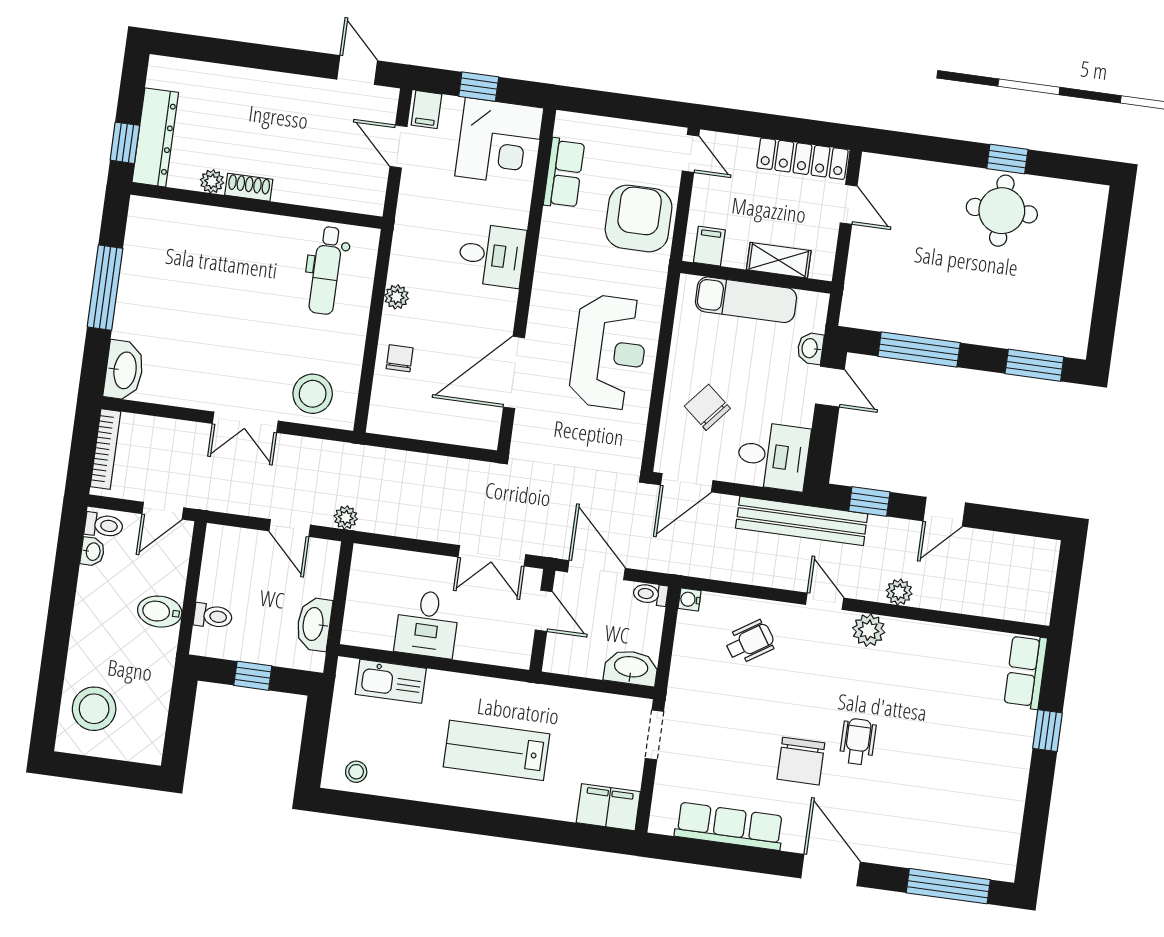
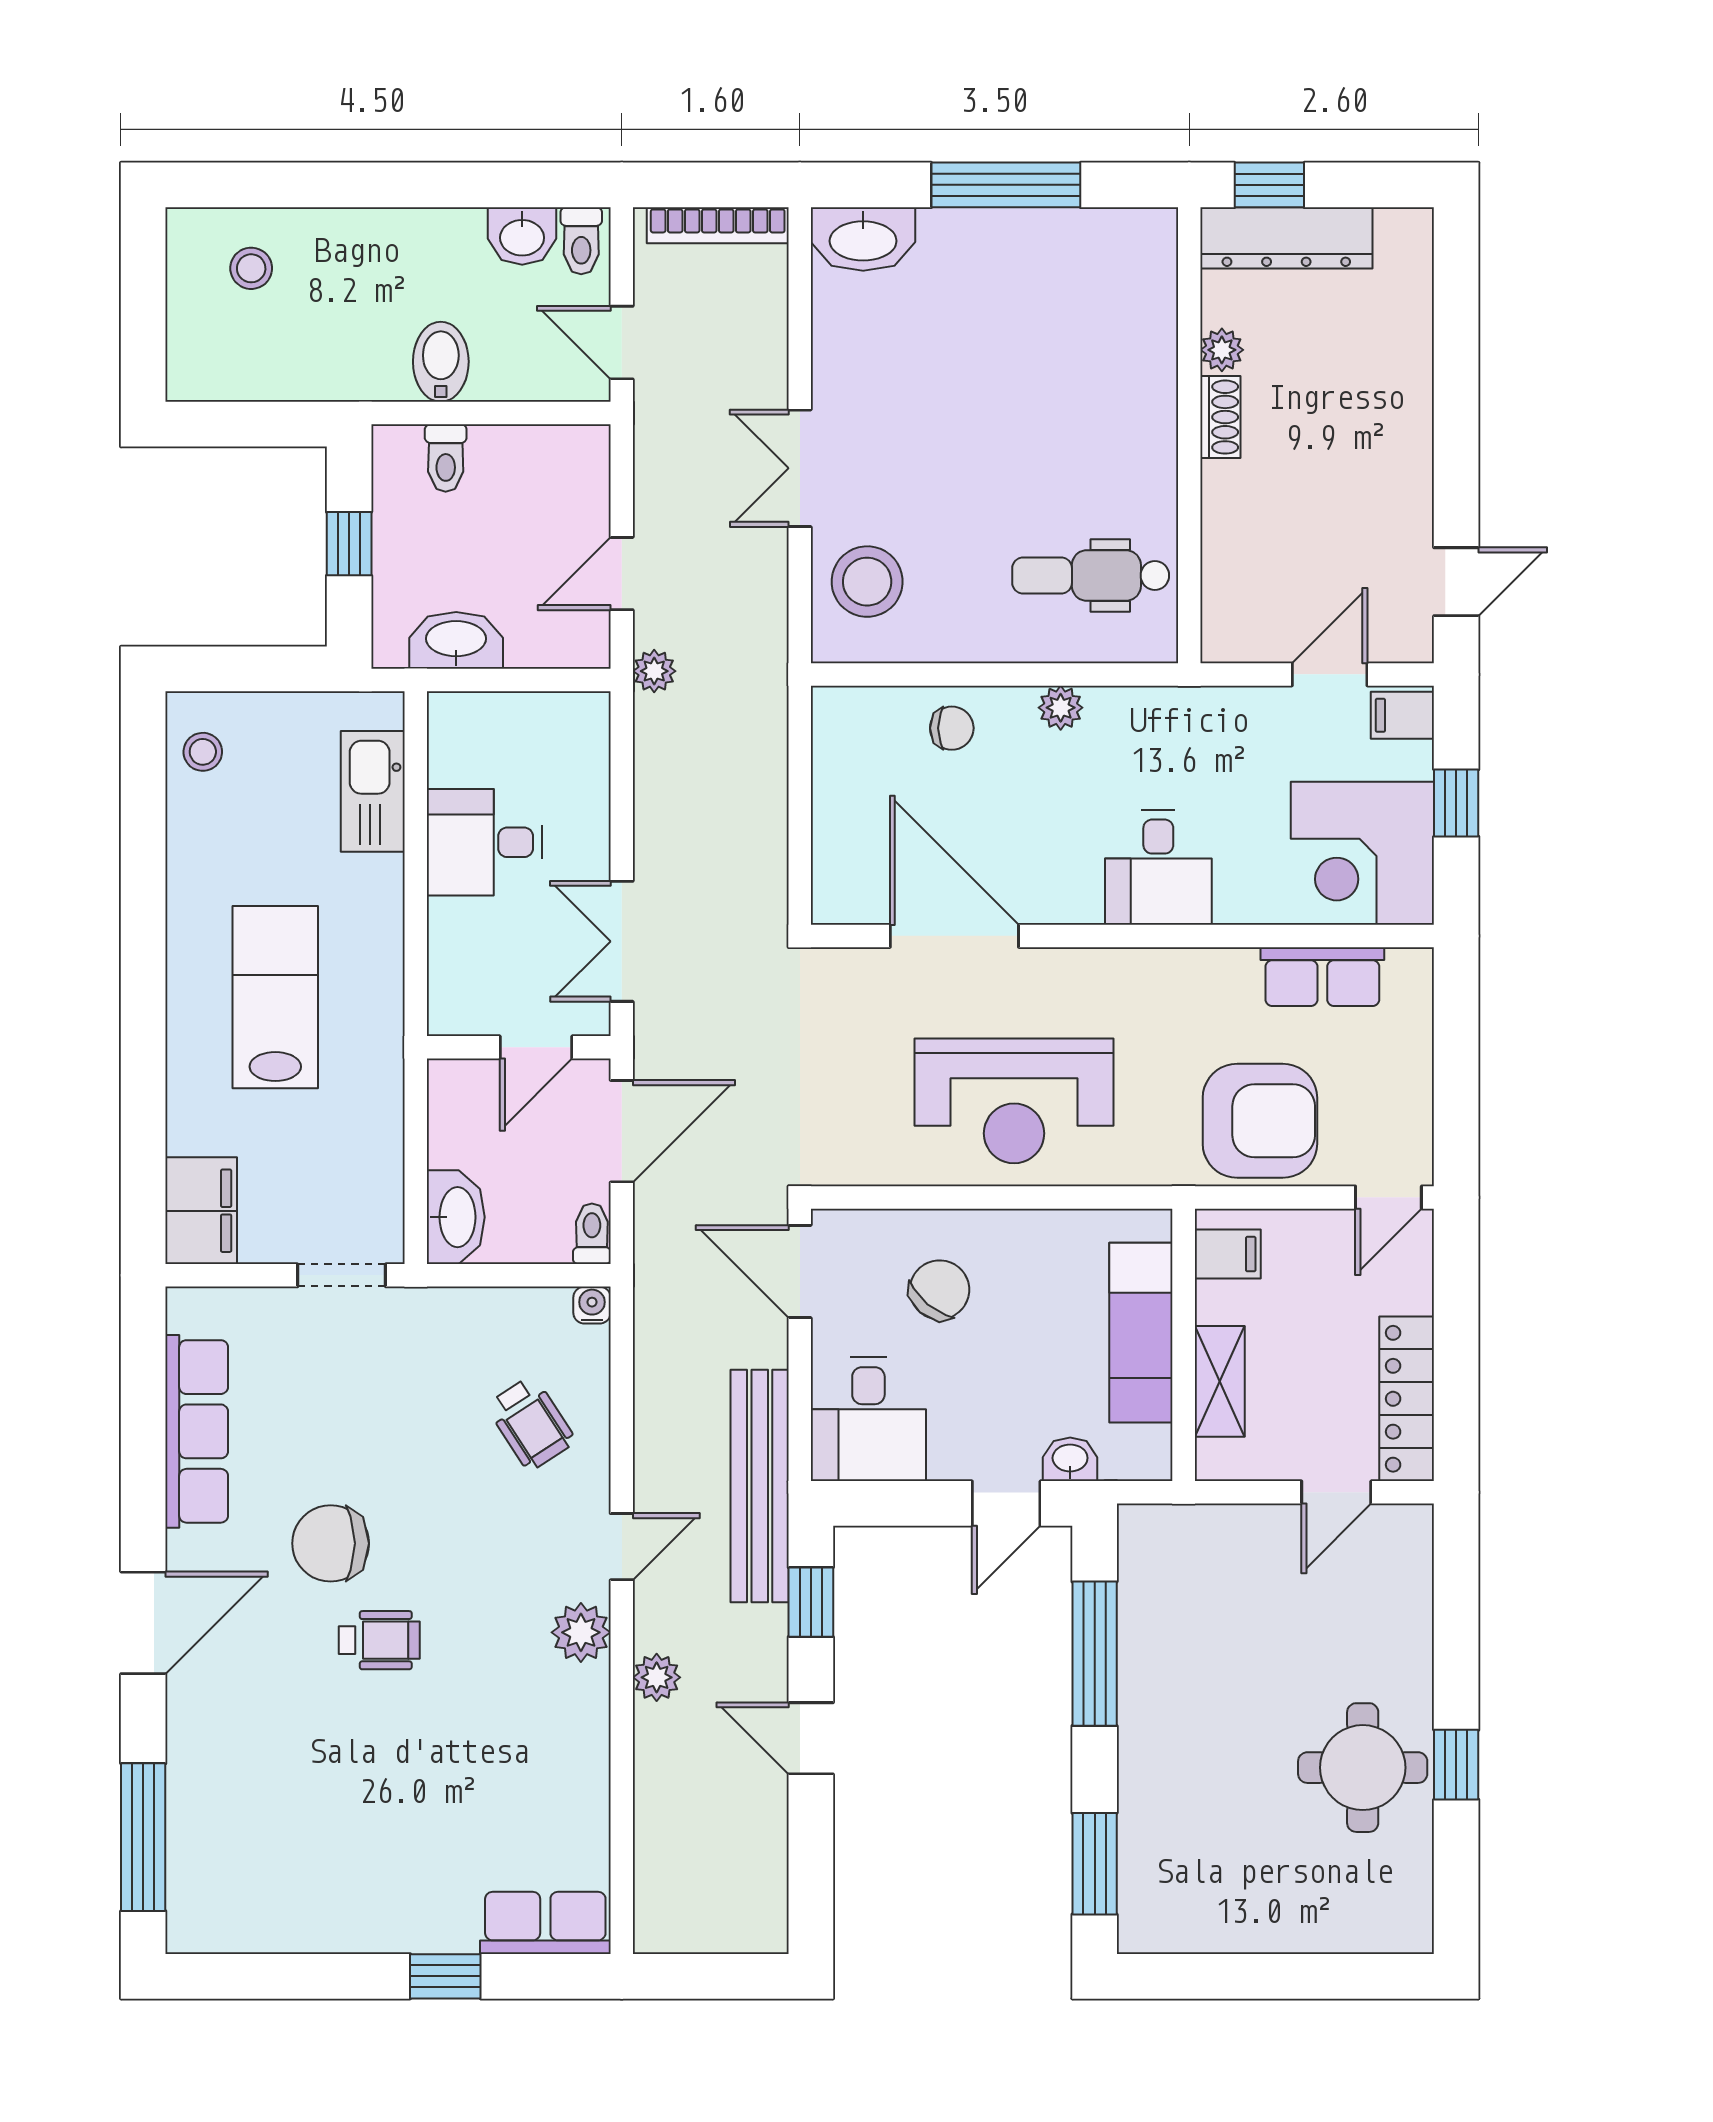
washbasin: (92, 552) -> (522, 236), width x1.38, depth x1.45
stool: (94, 709) -> (251, 268), width x0.53, depth x0.53

